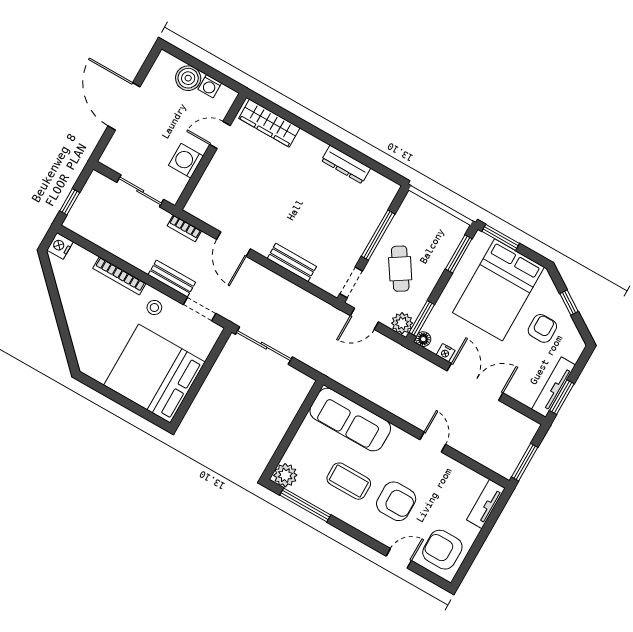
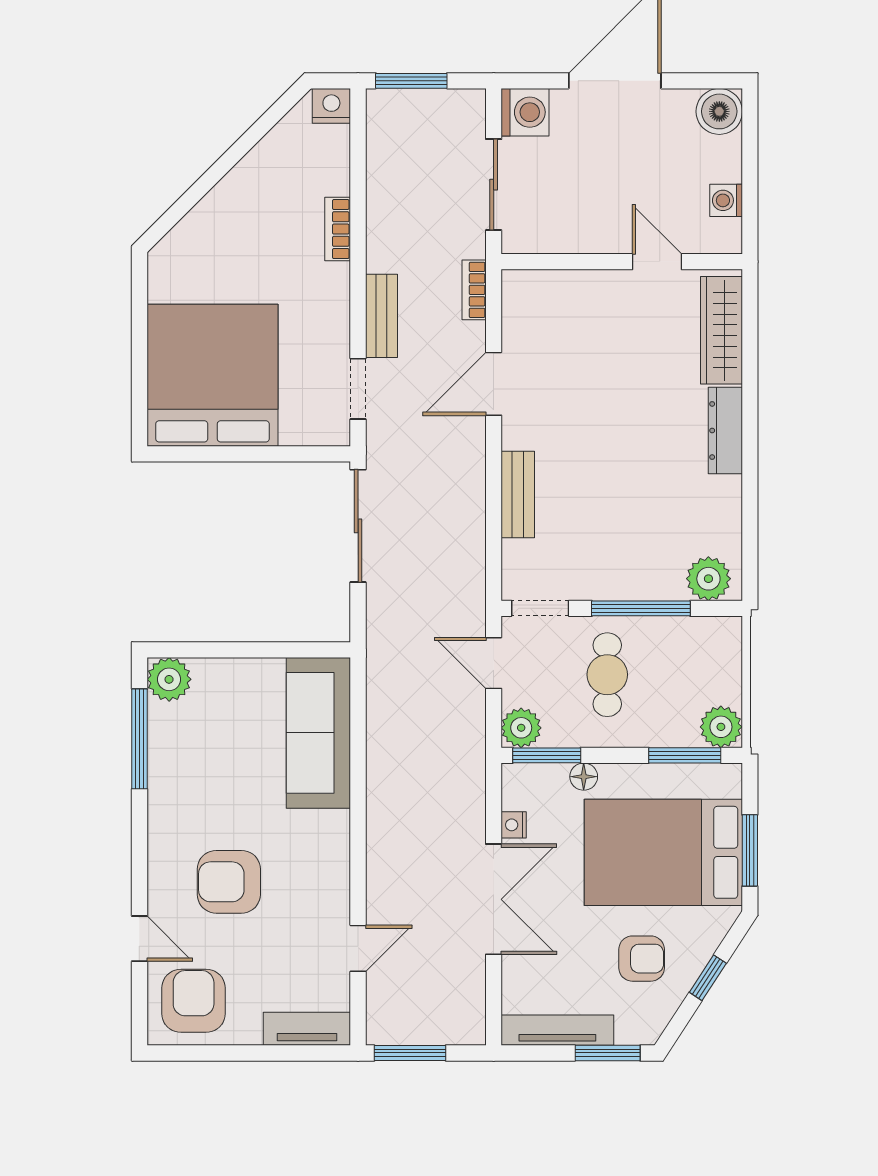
boiler: (188, 78) -> (719, 111), moved
washing machine: (186, 161) -> (525, 112), moved, turned 90
dresser: (346, 164) -> (725, 431), moved
plant: (382, 196) -> (708, 579), added
window: (70, 202) -> (411, 81), width x1.50
plant: (455, 229) -> (721, 727), added
window: (501, 237) -> (750, 850), moved
cafe table: (400, 269) -> (607, 675), turned -57
bookcase: (119, 276) -> (338, 229), width x0.64
stool: (154, 308) -> (319, 314), removed
floor lamp: (423, 339) -> (584, 777), moved
window: (562, 397) -> (608, 1053), moved
door: (433, 442) -> (358, 948), moved
coffee table: (349, 481) -> (218, 787), removed
armchair: (396, 501) -> (229, 882), turned 90

